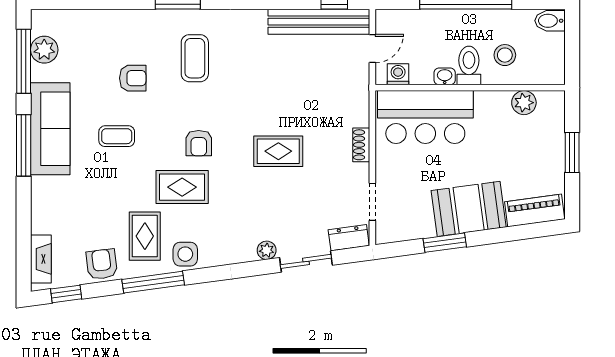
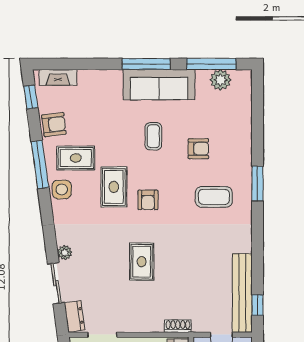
armchair: (133, 78) -> (198, 149), turned -90
armchair: (199, 143) -> (148, 200), turned -90
shoe rack: (361, 145) -> (178, 326), moved

